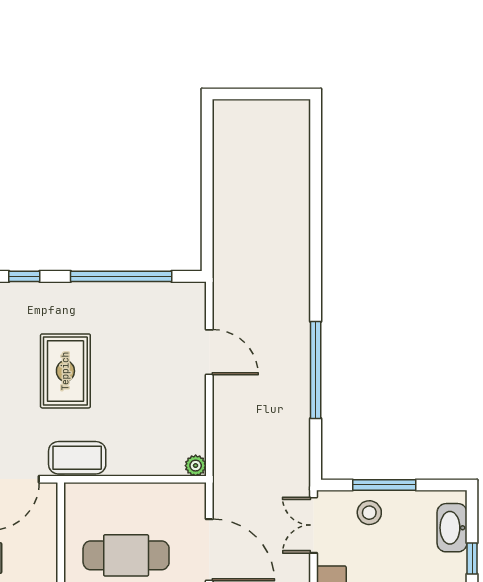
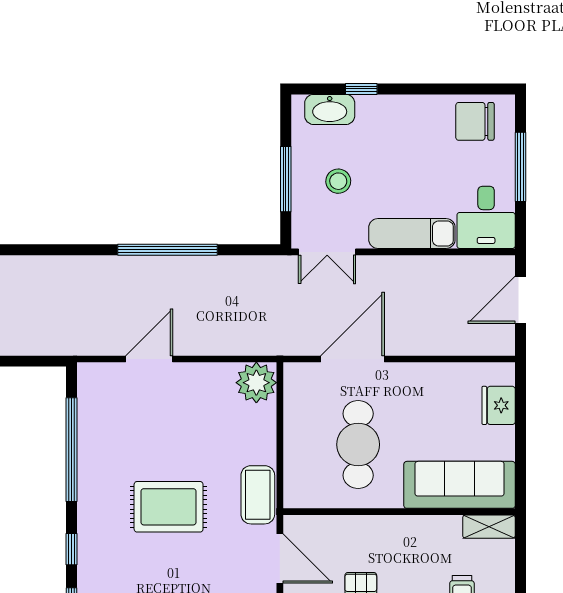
plant: (196, 466) -> (256, 383), width x1.87, depth x1.87
stool: (369, 513) -> (338, 181), moved

